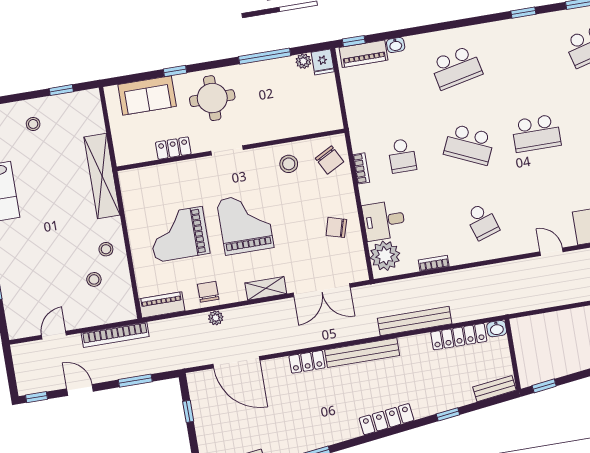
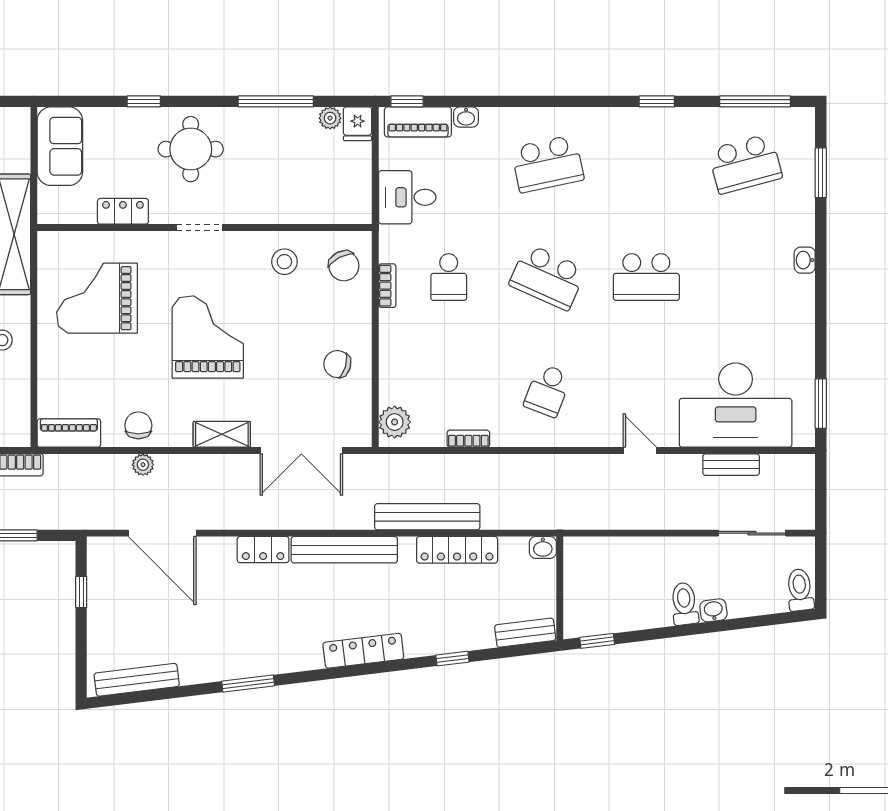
sofa: (147, 95) -> (60, 146), moved, turned -90
desk: (384, 220) -> (407, 197), moved
school desk: (482, 221) -> (548, 390), turned 39
grand piano: (179, 234) -> (97, 298), moved
plant: (385, 256) -> (395, 422), width x0.73, depth x0.73
locker: (459, 337) -> (457, 550), moved

